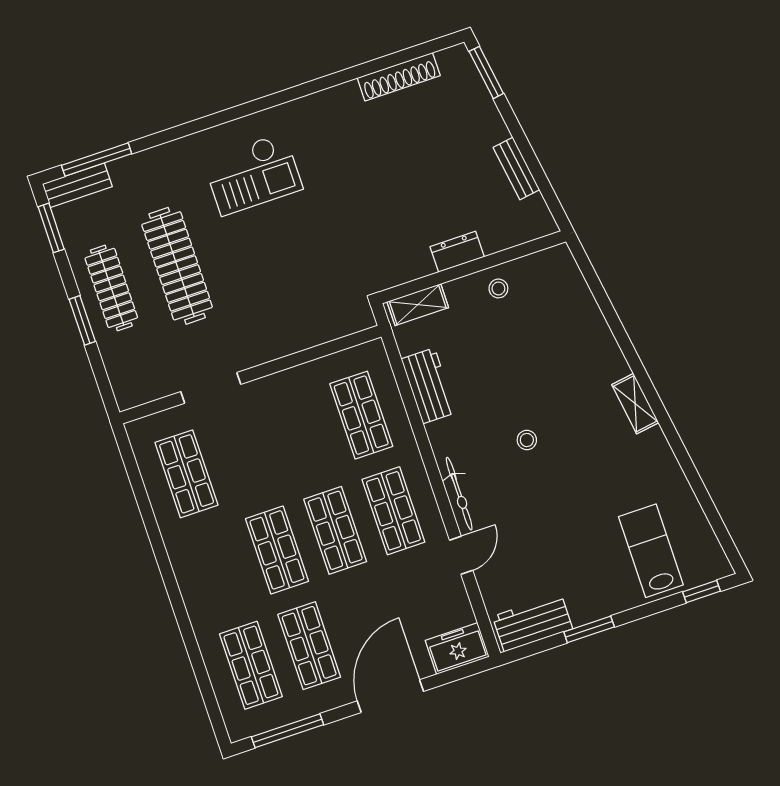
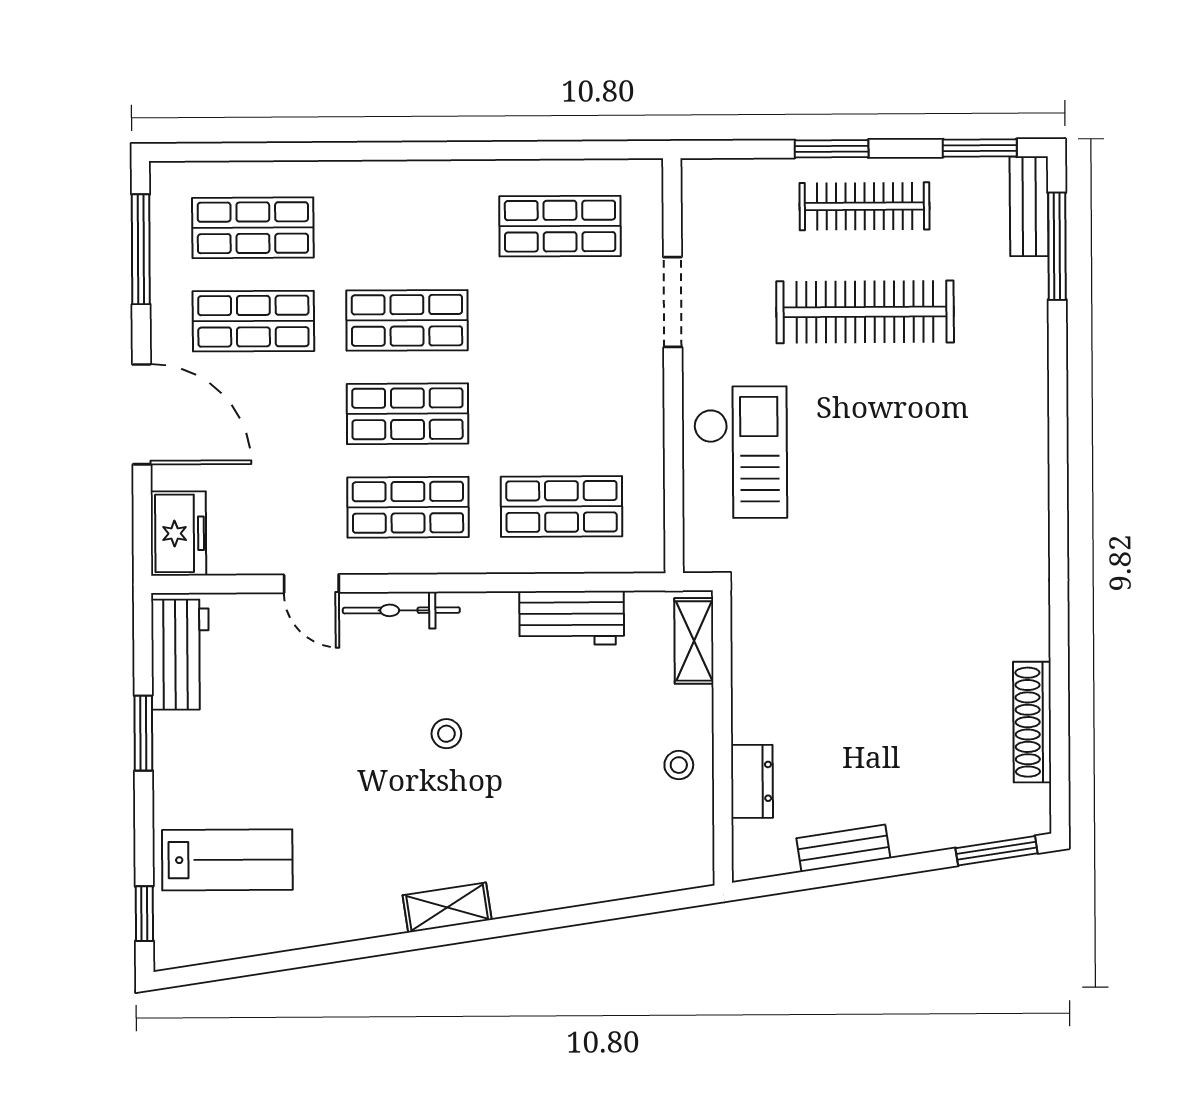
checkout: (253, 174) -> (740, 452), moved, turned 180
dresser: (457, 252) -> (752, 781), moved

